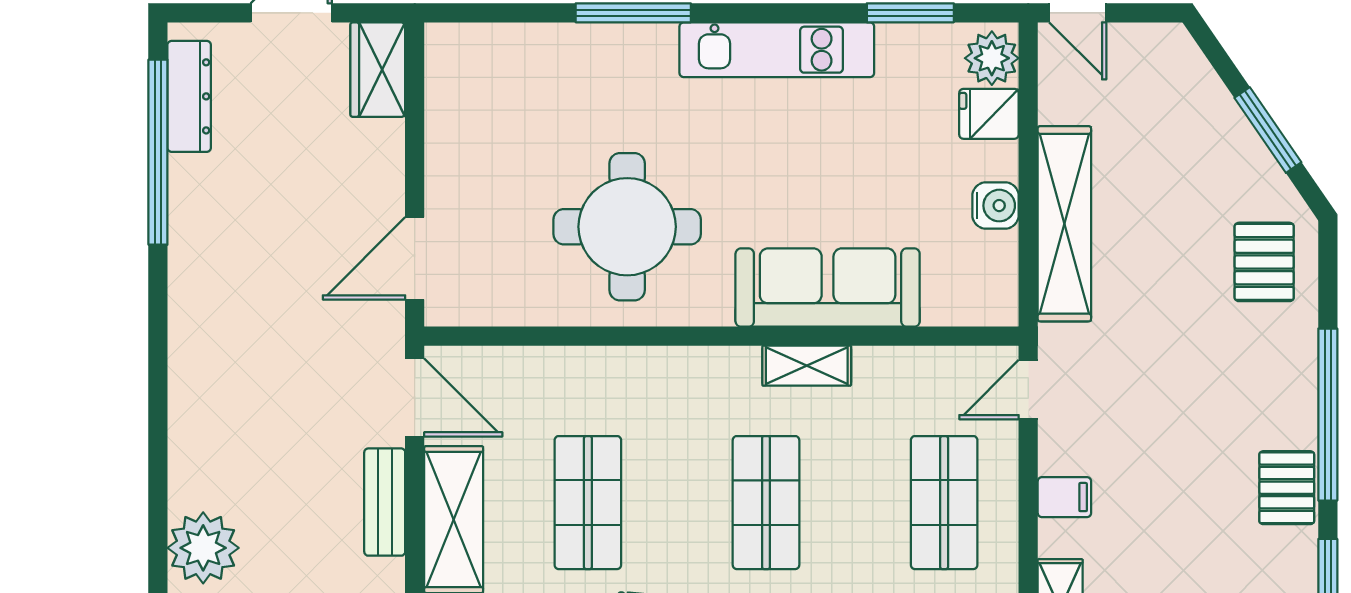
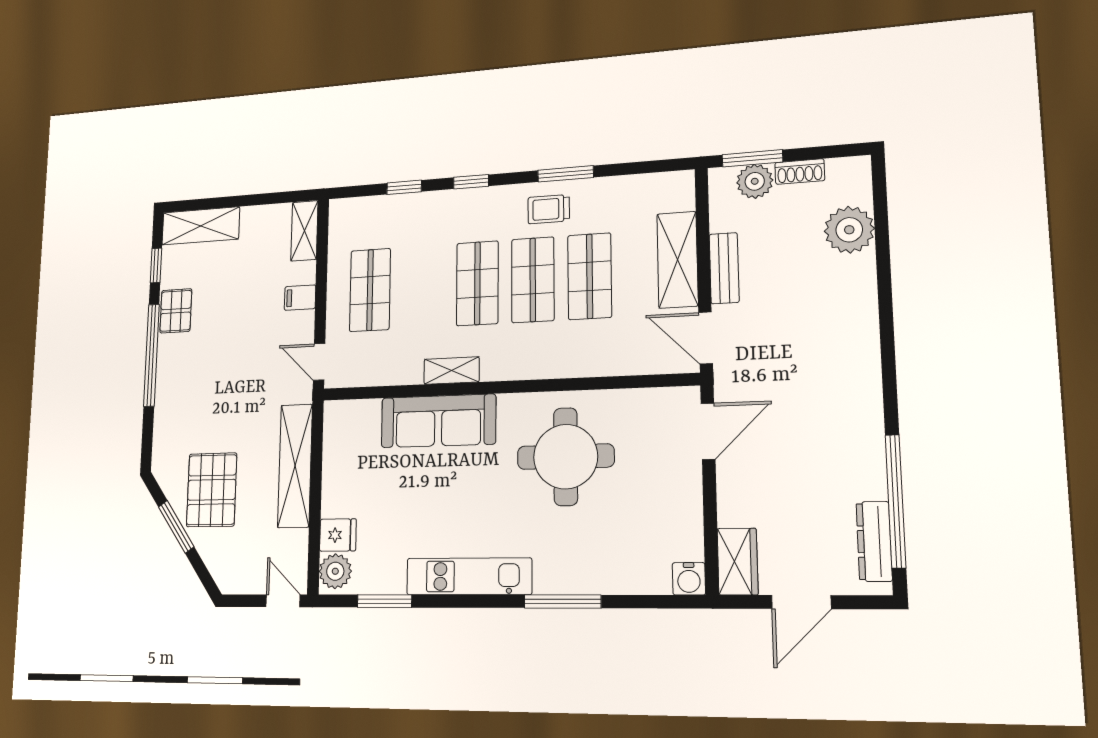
water cooler: (996, 206) -> (689, 579), moved, turned -90
pallet: (1264, 262) -> (212, 490), moved, width x1.50, depth x1.42
door: (1028, 390) -> (319, 362), swing flipped
shop shelf: (677, 503) -> (533, 280), added

